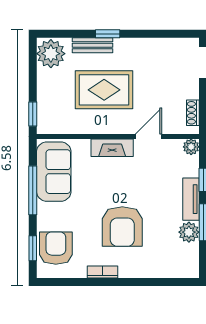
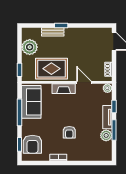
plant: (51, 54) -> (30, 47), moved
rug: (104, 90) -> (51, 69), moved
door: (149, 136) -> (84, 82), hinge flipped
armchair: (122, 227) -> (69, 132), width x0.53, depth x0.53
armchair: (56, 248) -> (32, 144), turned 180

